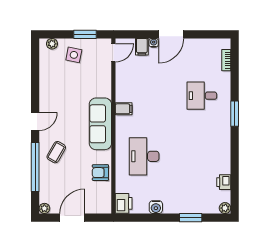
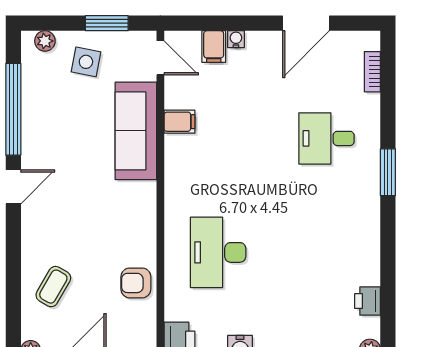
door: (171, 34) -> (306, 23), moved
door: (113, 53) -> (160, 58), hinge flipped
filing cabinet: (124, 109) -> (180, 122), moved
sofa: (100, 124) -> (136, 131), moved
coffee table: (56, 152) -> (53, 287), moved
window: (35, 167) -> (13, 109), moved

